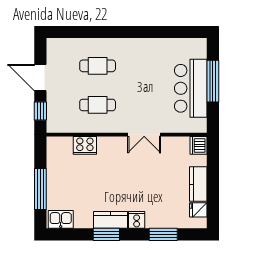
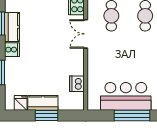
double door: (144, 135) -> (86, 34), moved
dishwasher: (198, 145) -> (77, 84), moved, turned -90
window: (213, 180) -> (47, 115), added

